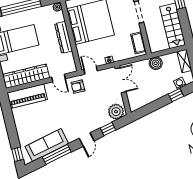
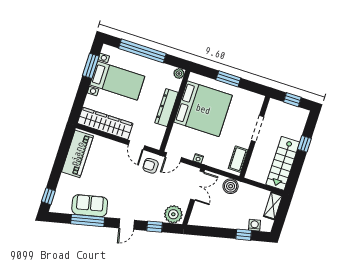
boiler: (156, 63) -> (231, 186), moved
door: (91, 70) -> (173, 157), swing flipped
piano: (27, 96) -> (77, 154), moved, turned -90
sofa: (47, 145) -> (90, 206), width x0.73

